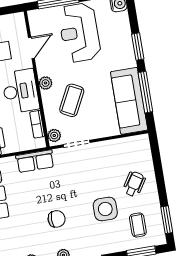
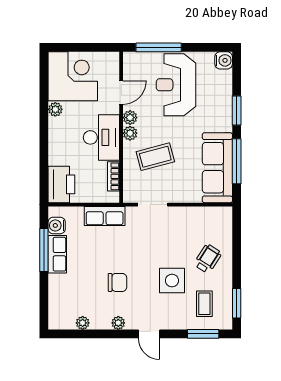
coffee table: (72, 100) -> (155, 157), turned 48
plant: (54, 135) -> (130, 118), moved

